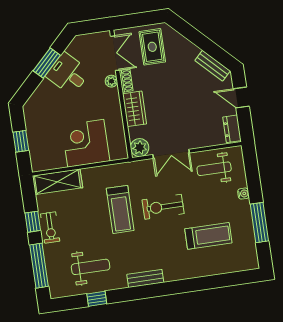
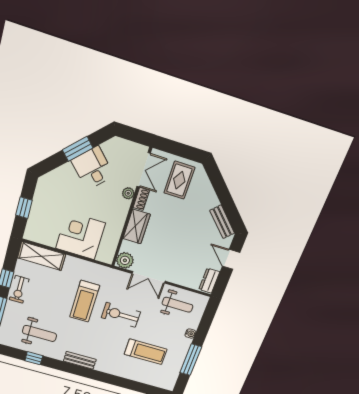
weight bench: (214, 169) -> (178, 305), turned 180

